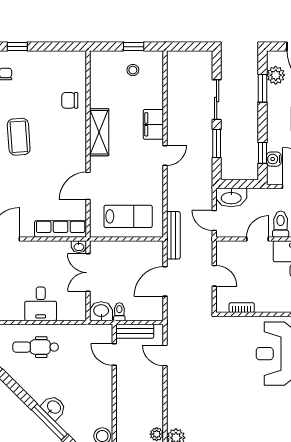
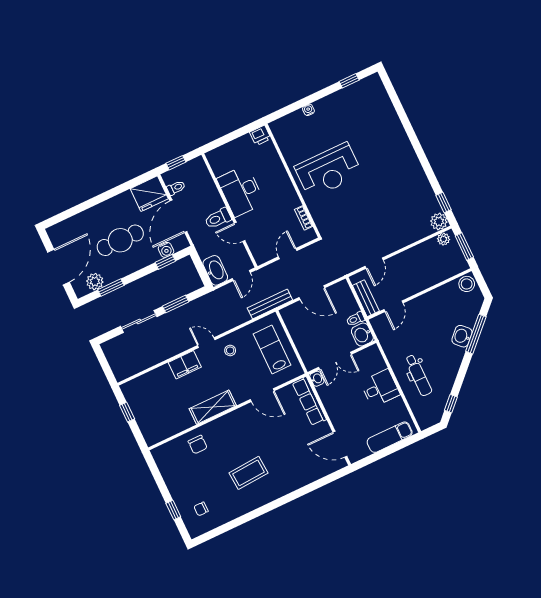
stool: (133, 70) -> (230, 350), moved

